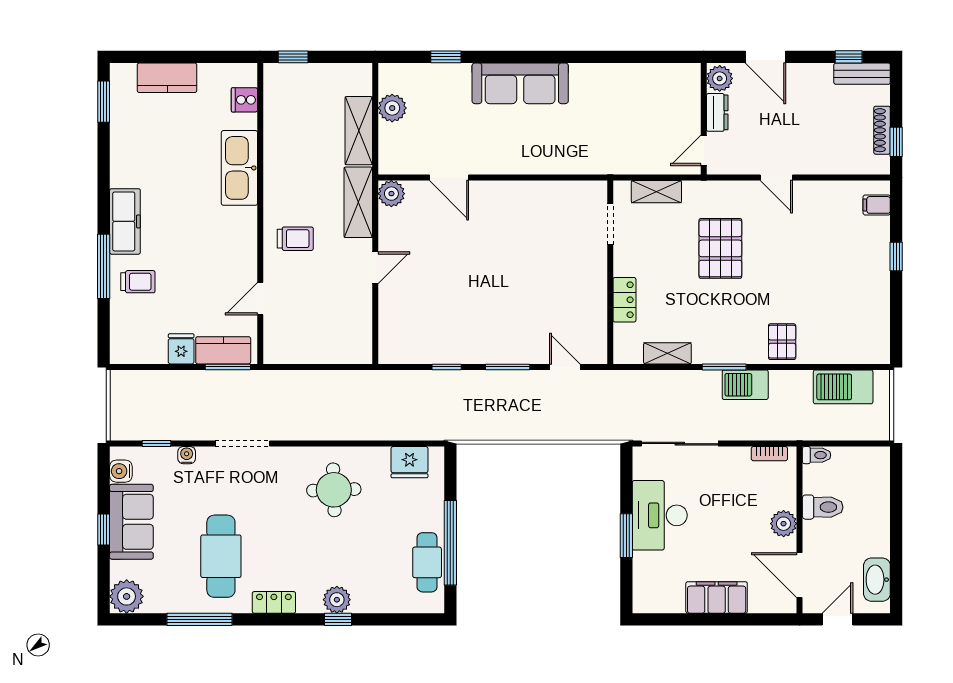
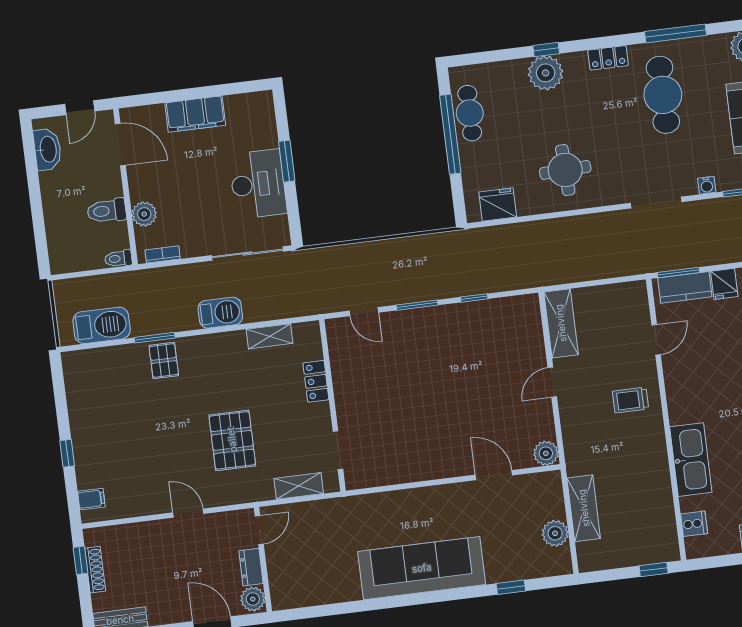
sofa: (520, 83) -> (422, 568), width x1.36, depth x1.27
shelving: (358, 202) -> (561, 323), moved
window: (724, 367) -> (155, 338), moved
barbecue: (745, 385) -> (220, 313), moved
plant: (784, 524) -> (144, 214), moved
plant: (337, 600) -> (546, 73), width x1.36, depth x1.36

